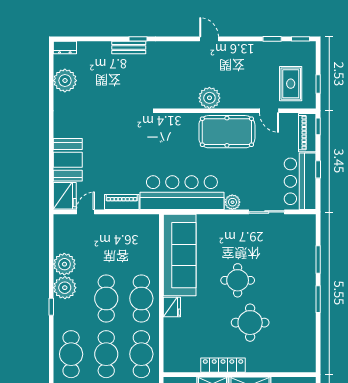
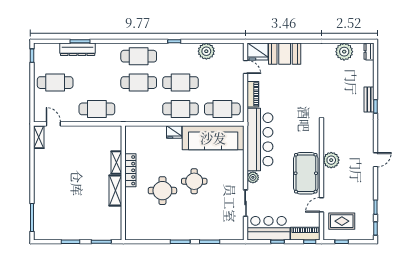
plant: (65, 288) -> (189, 51), removed
cafe table: (141, 354) -> (222, 109), moved

